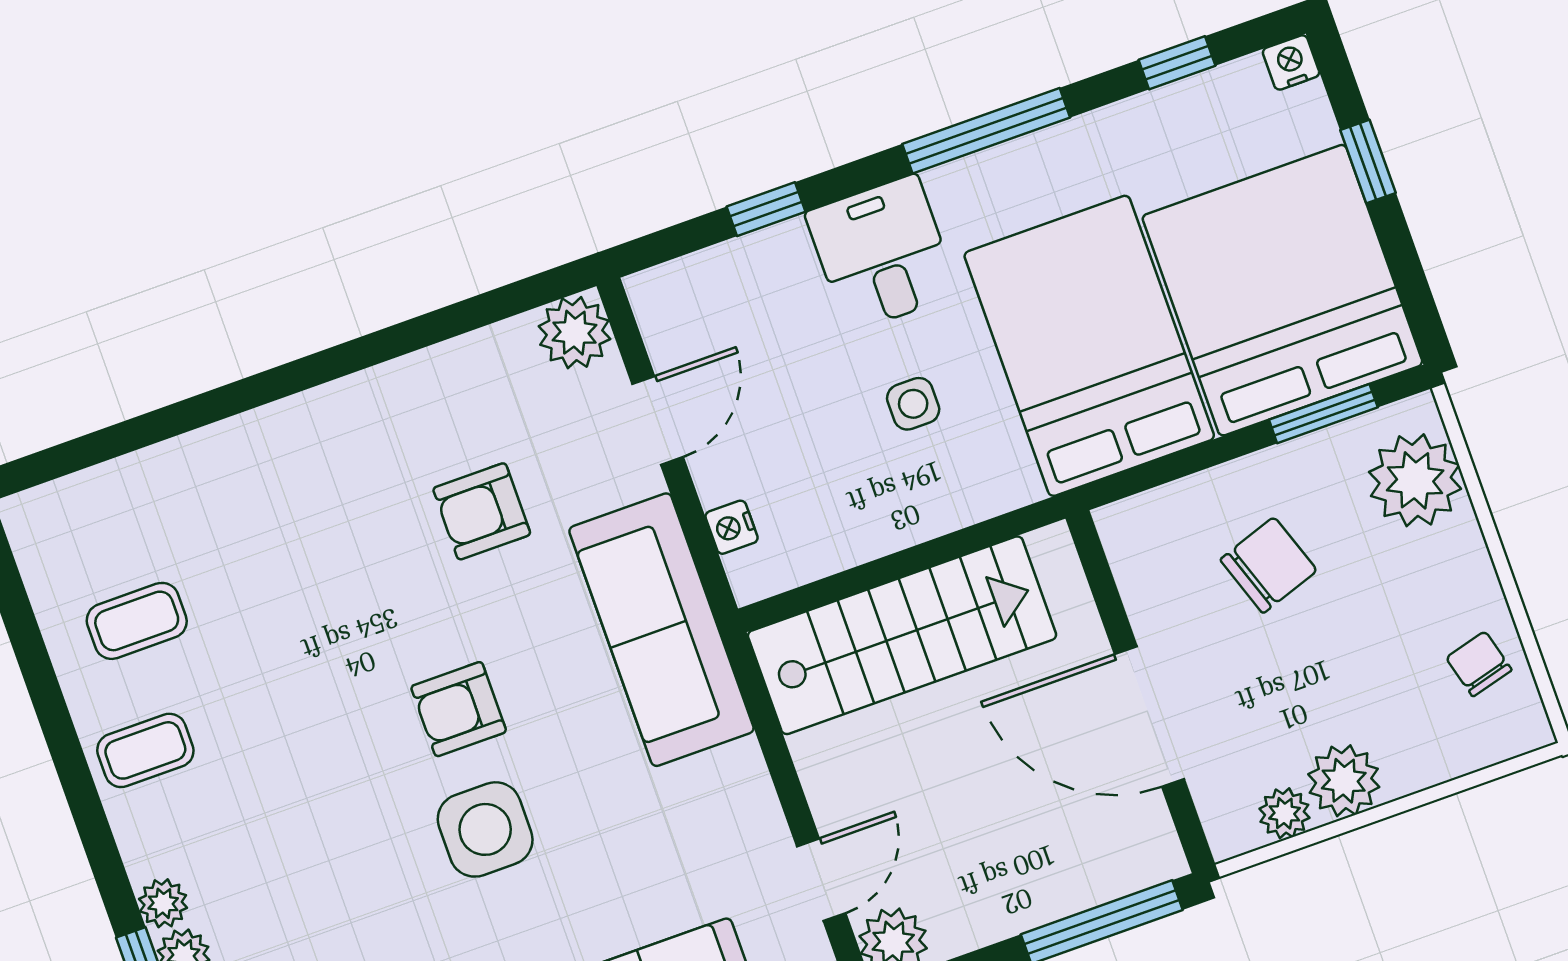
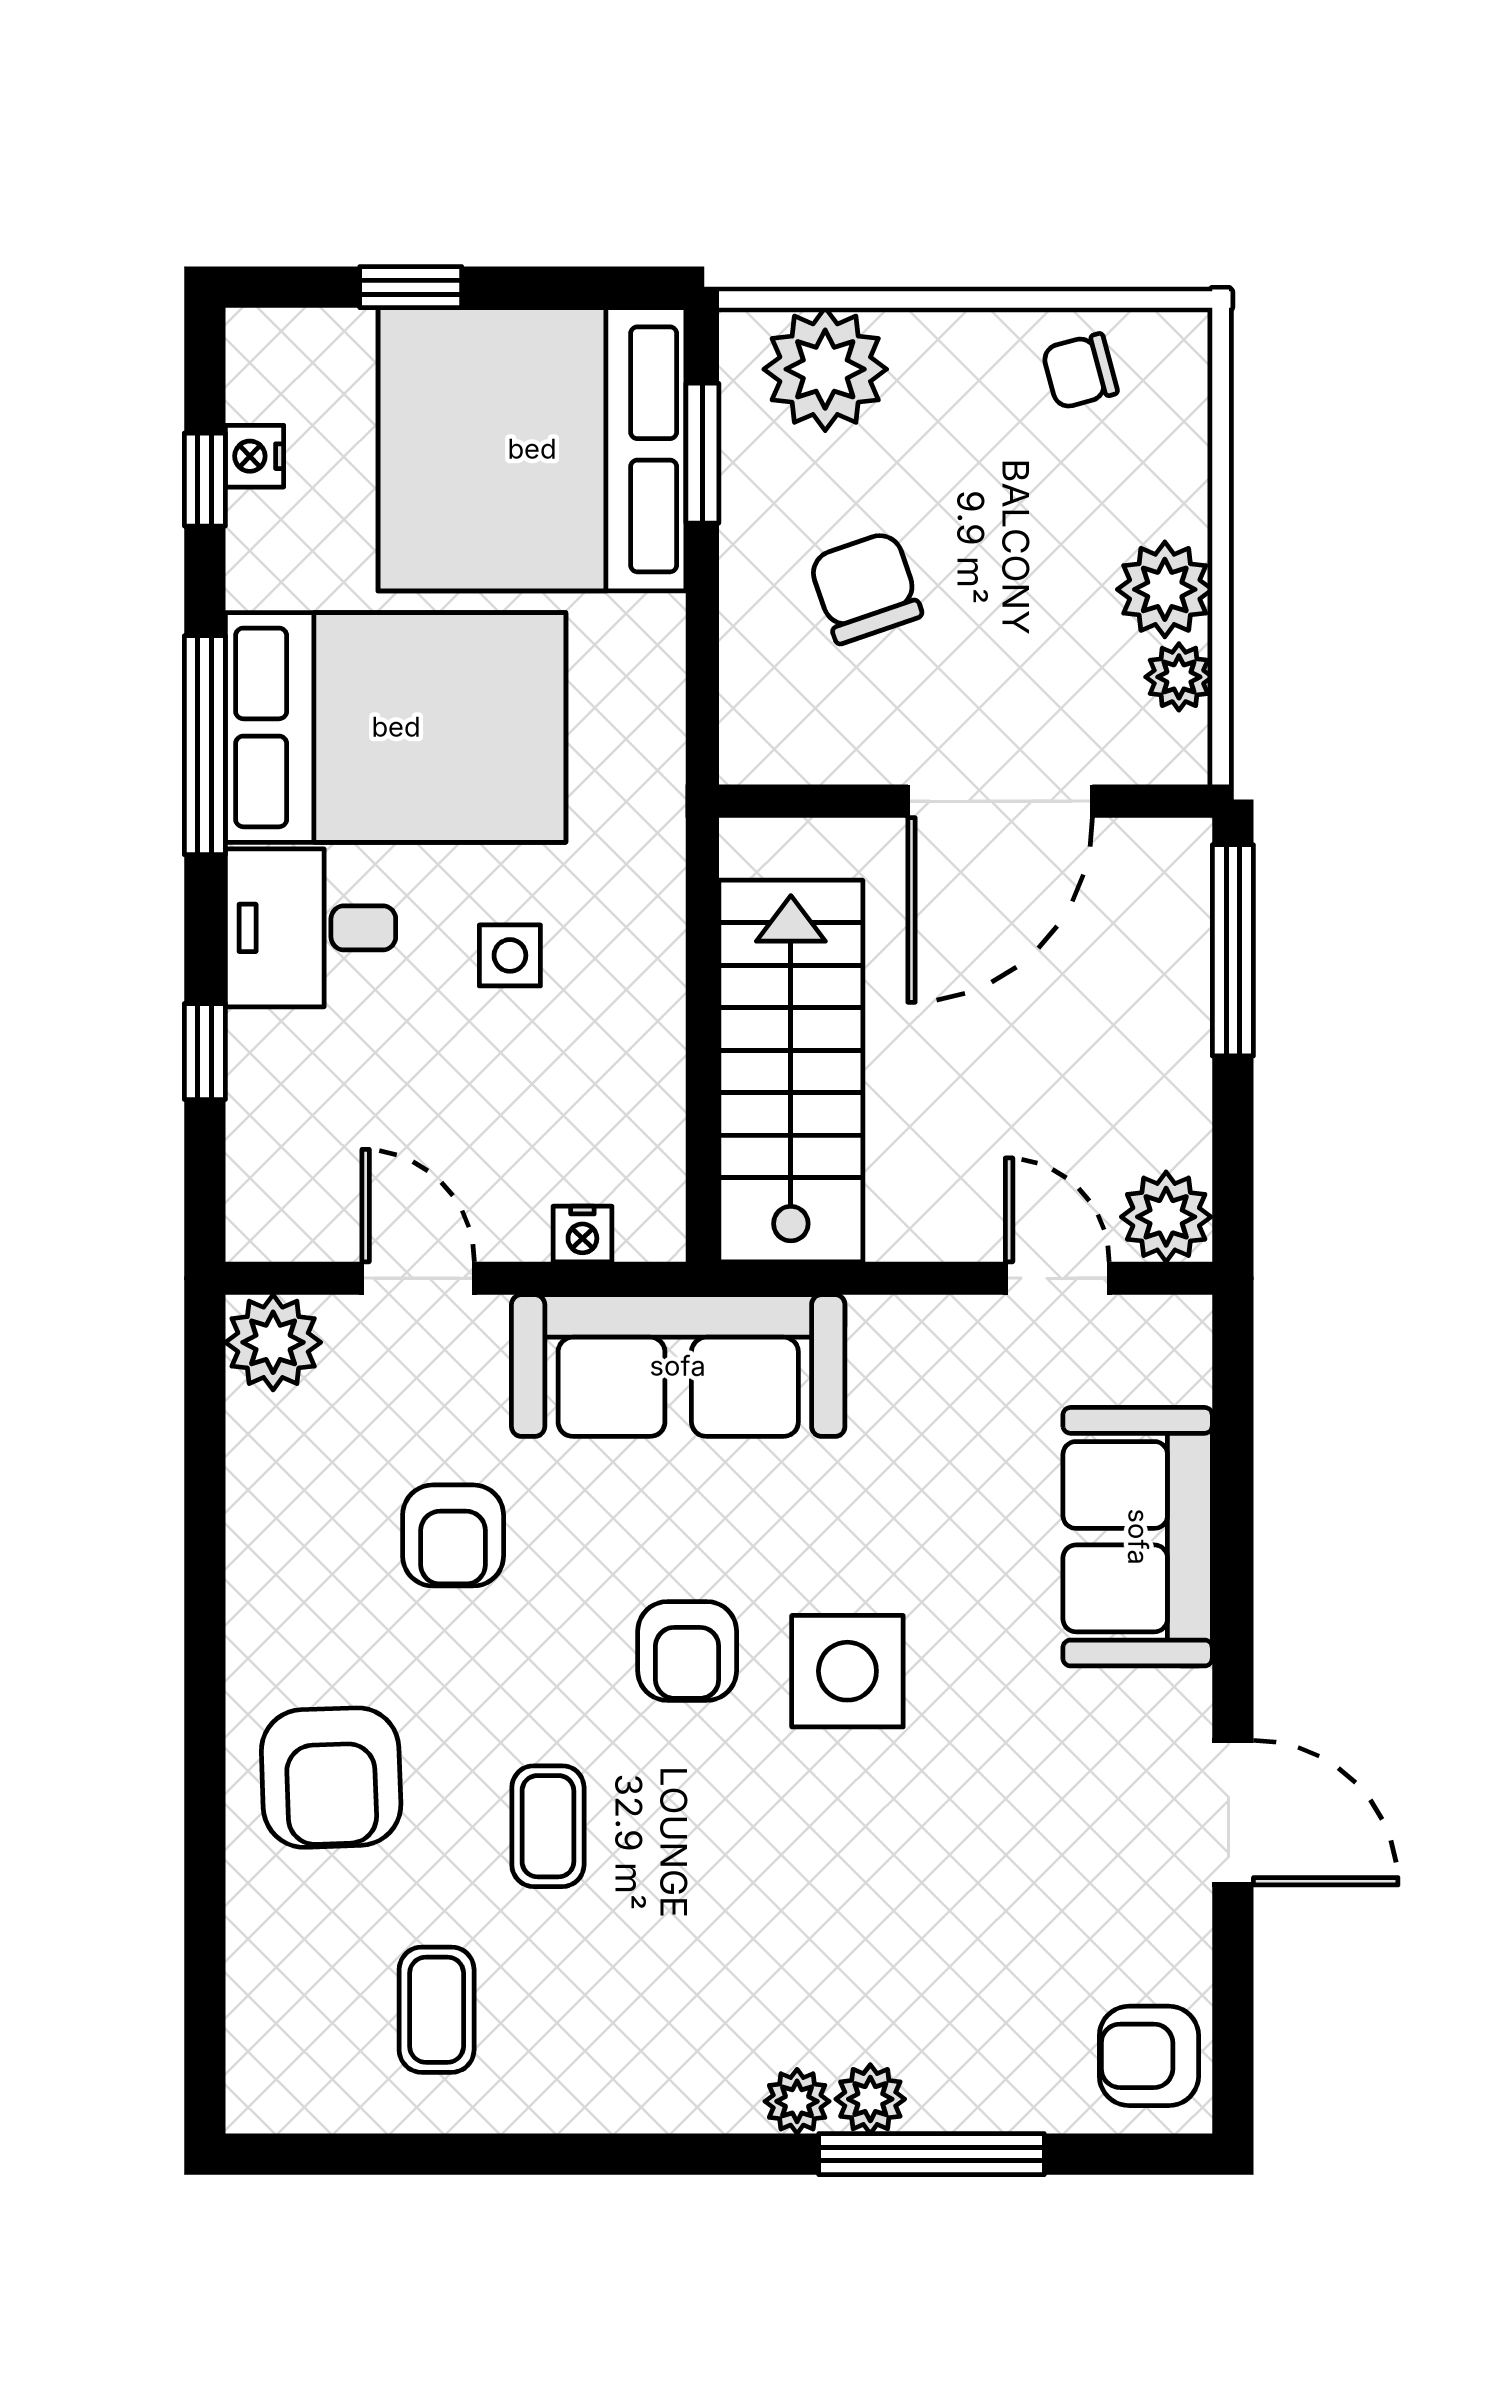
nightstand: (1291, 62) -> (255, 456), moved
bed: (1089, 346) -> (396, 727), moved, turned 180
armchair: (277, 486) -> (331, 1778), added
coffee table: (145, 750) -> (548, 1826), moved

